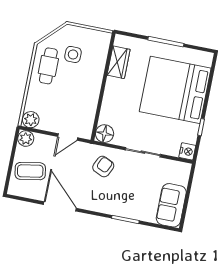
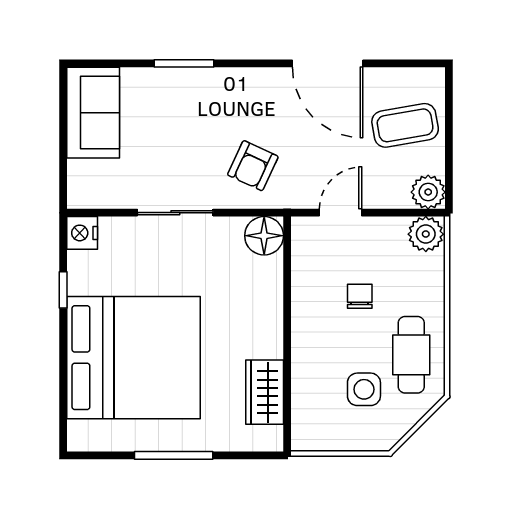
chair: (66, 97) -> (360, 296), added

